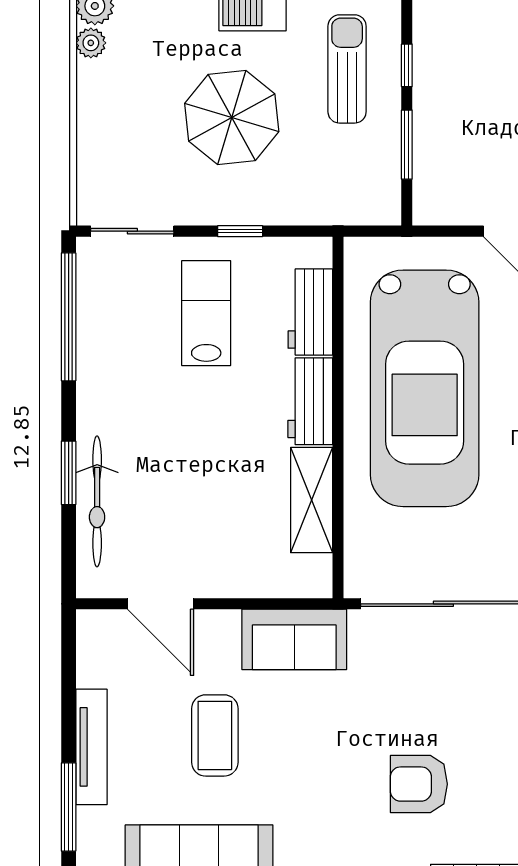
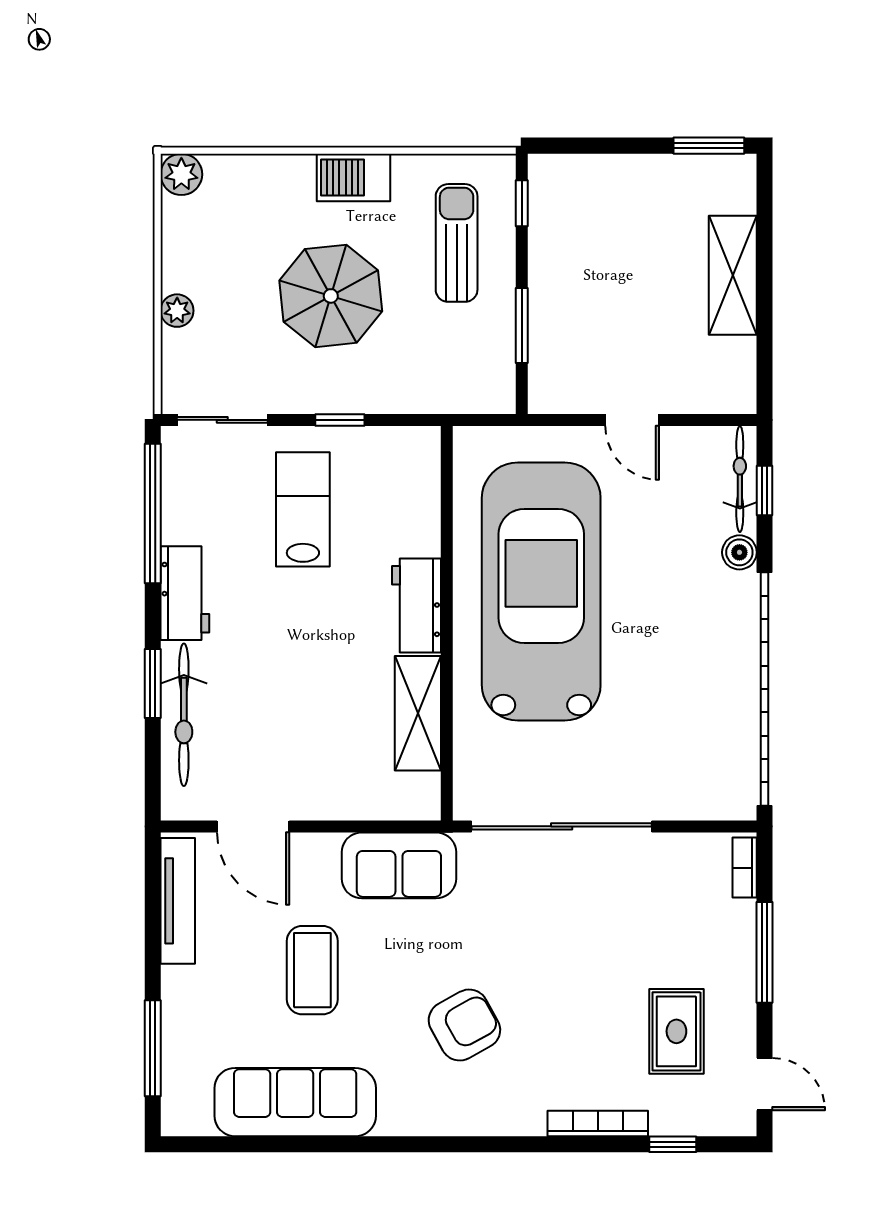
plant: (91, 43) -> (177, 311), moved
window: (407, 65) -> (522, 203), moved
workbench: (310, 312) -> (185, 593), moved, turned 180
car: (425, 388) -> (541, 591), turned 180
tv unit: (91, 747) -> (178, 901), moved
armchair: (419, 784) -> (464, 1025), moved, turned 151

